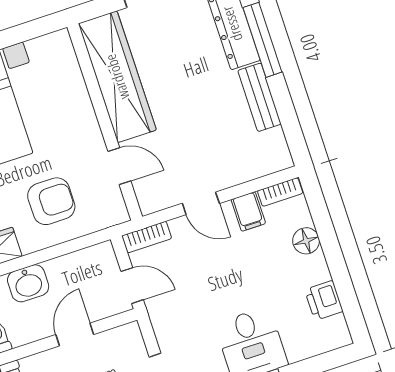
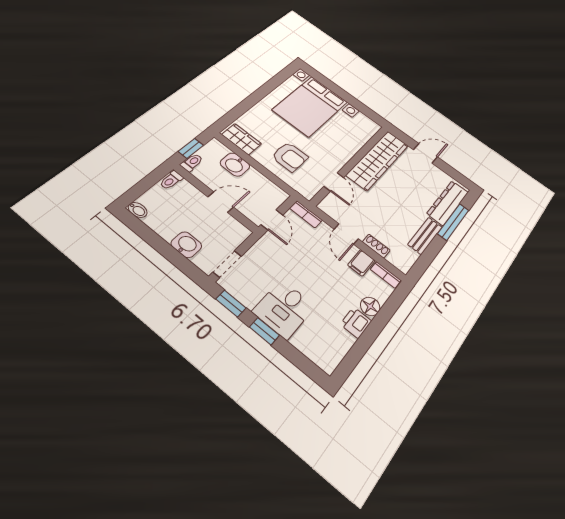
shoe rack: (238, 175) -> (376, 246), added
printer: (324, 300) -> (356, 323), moved

